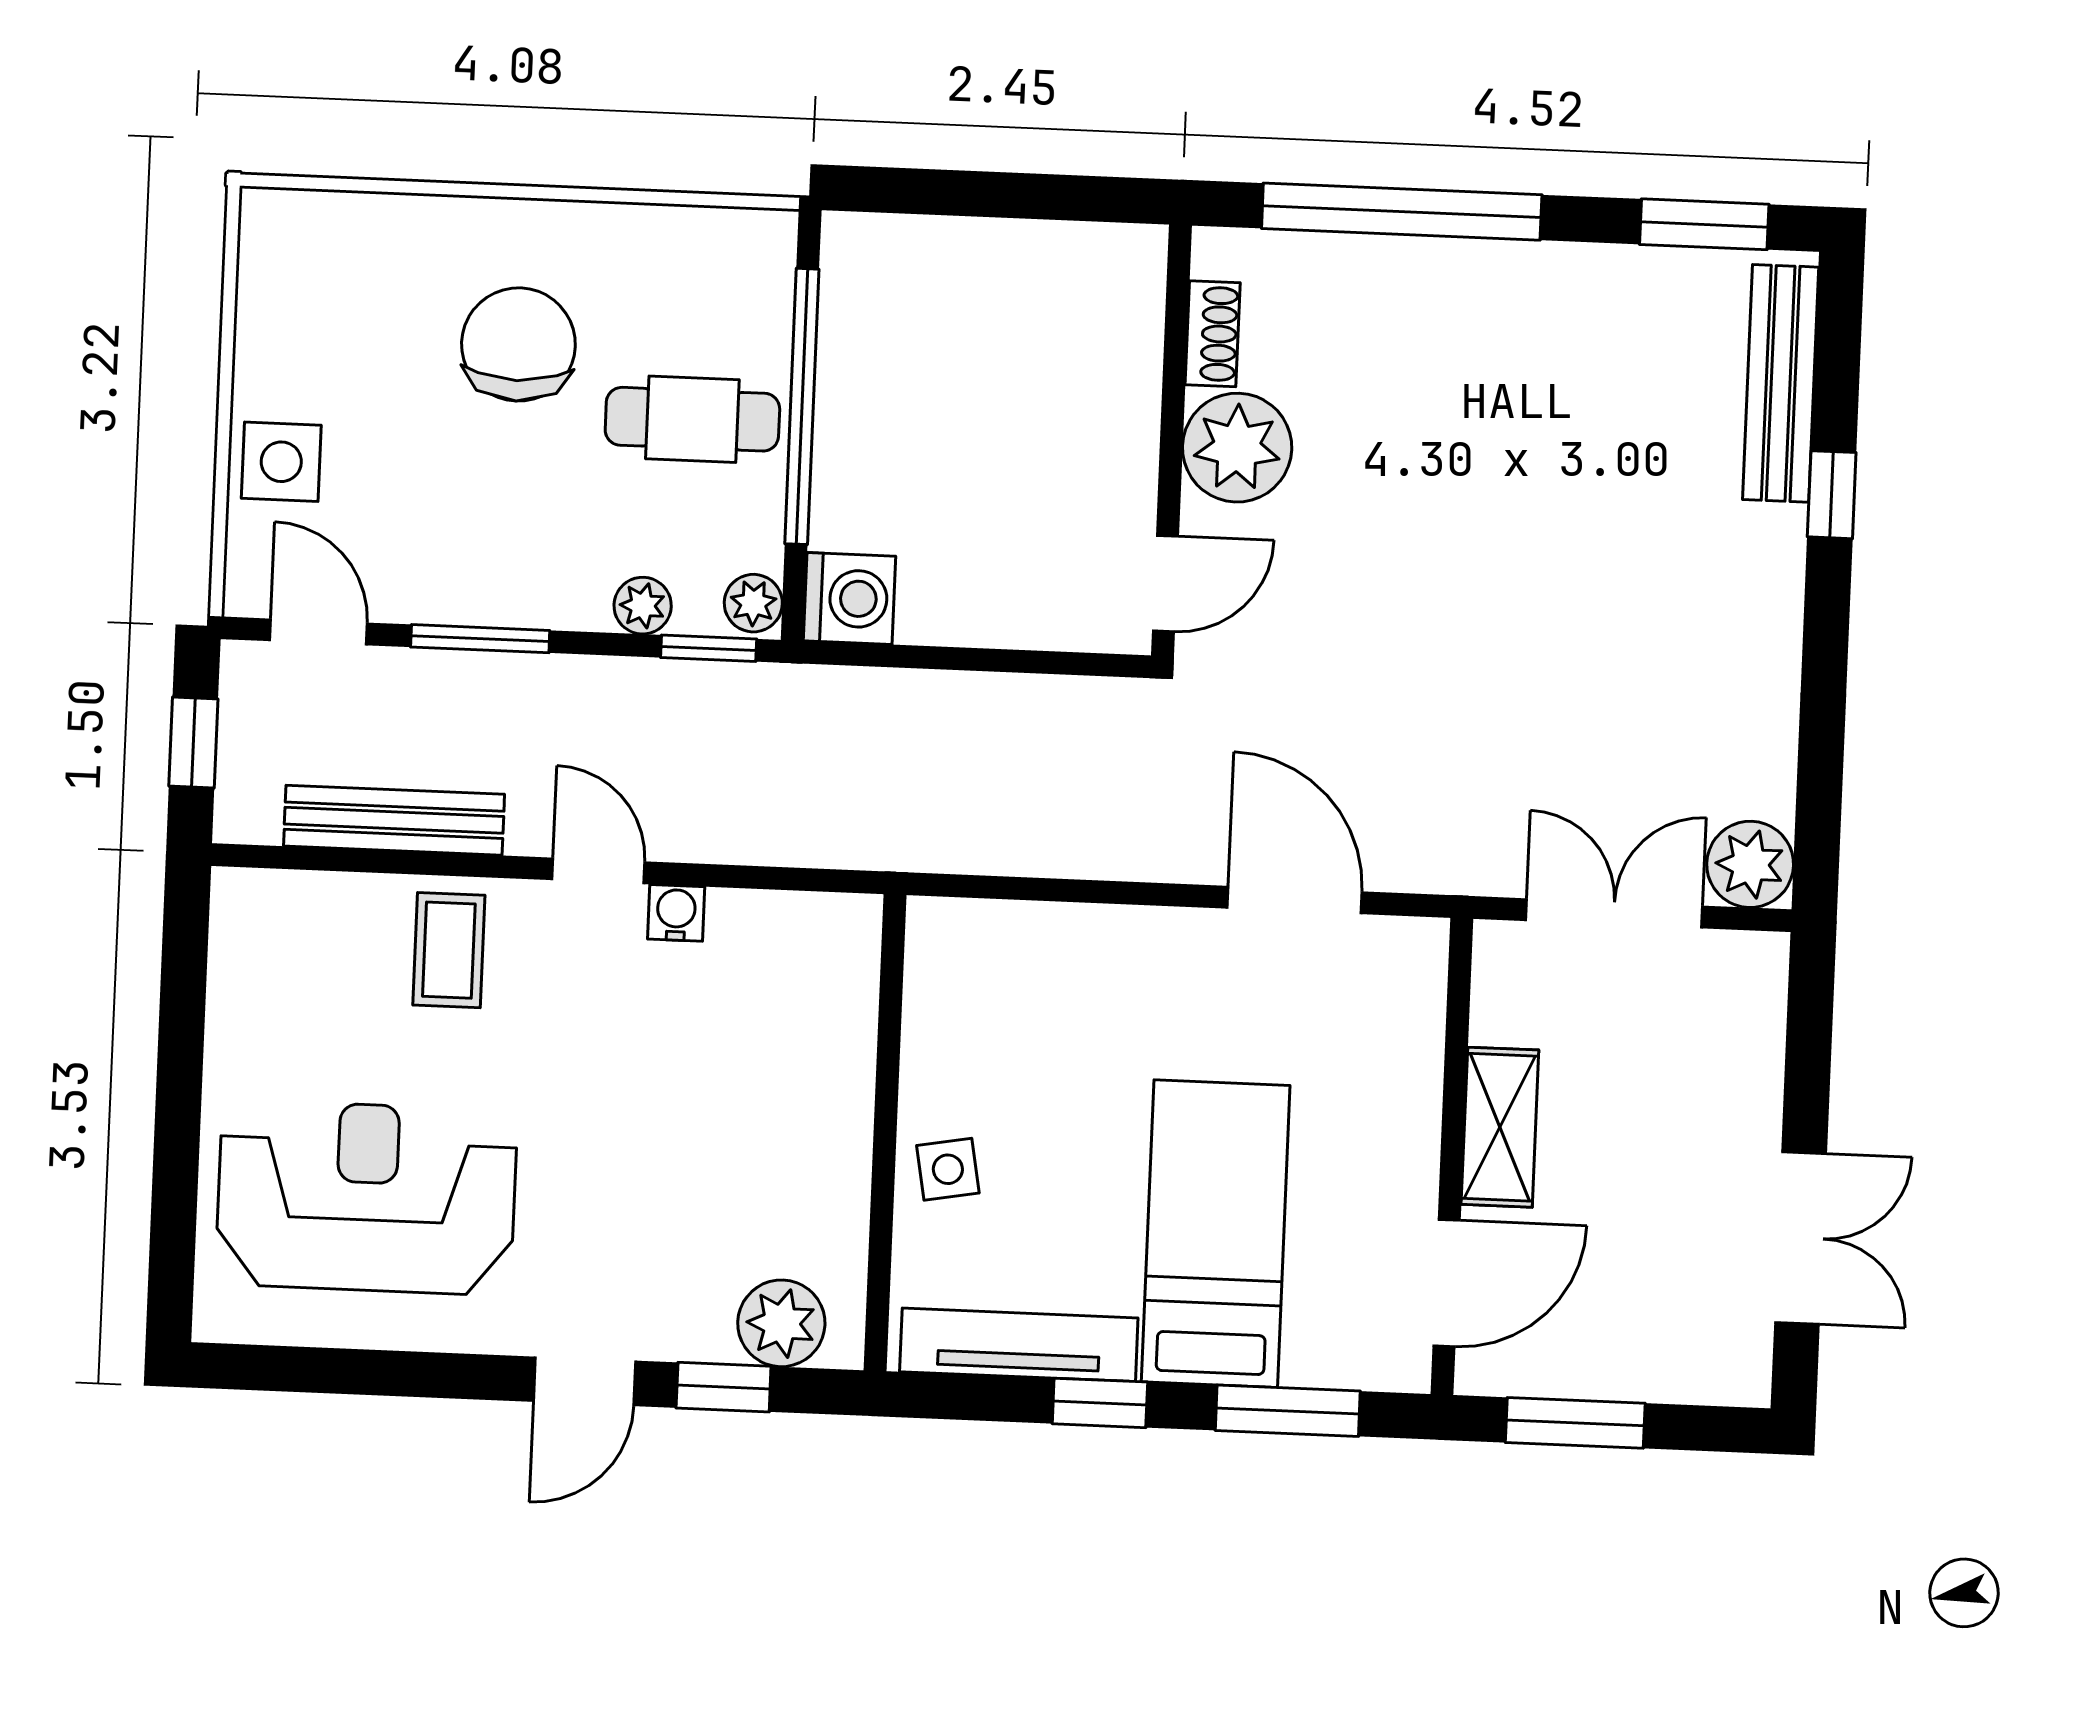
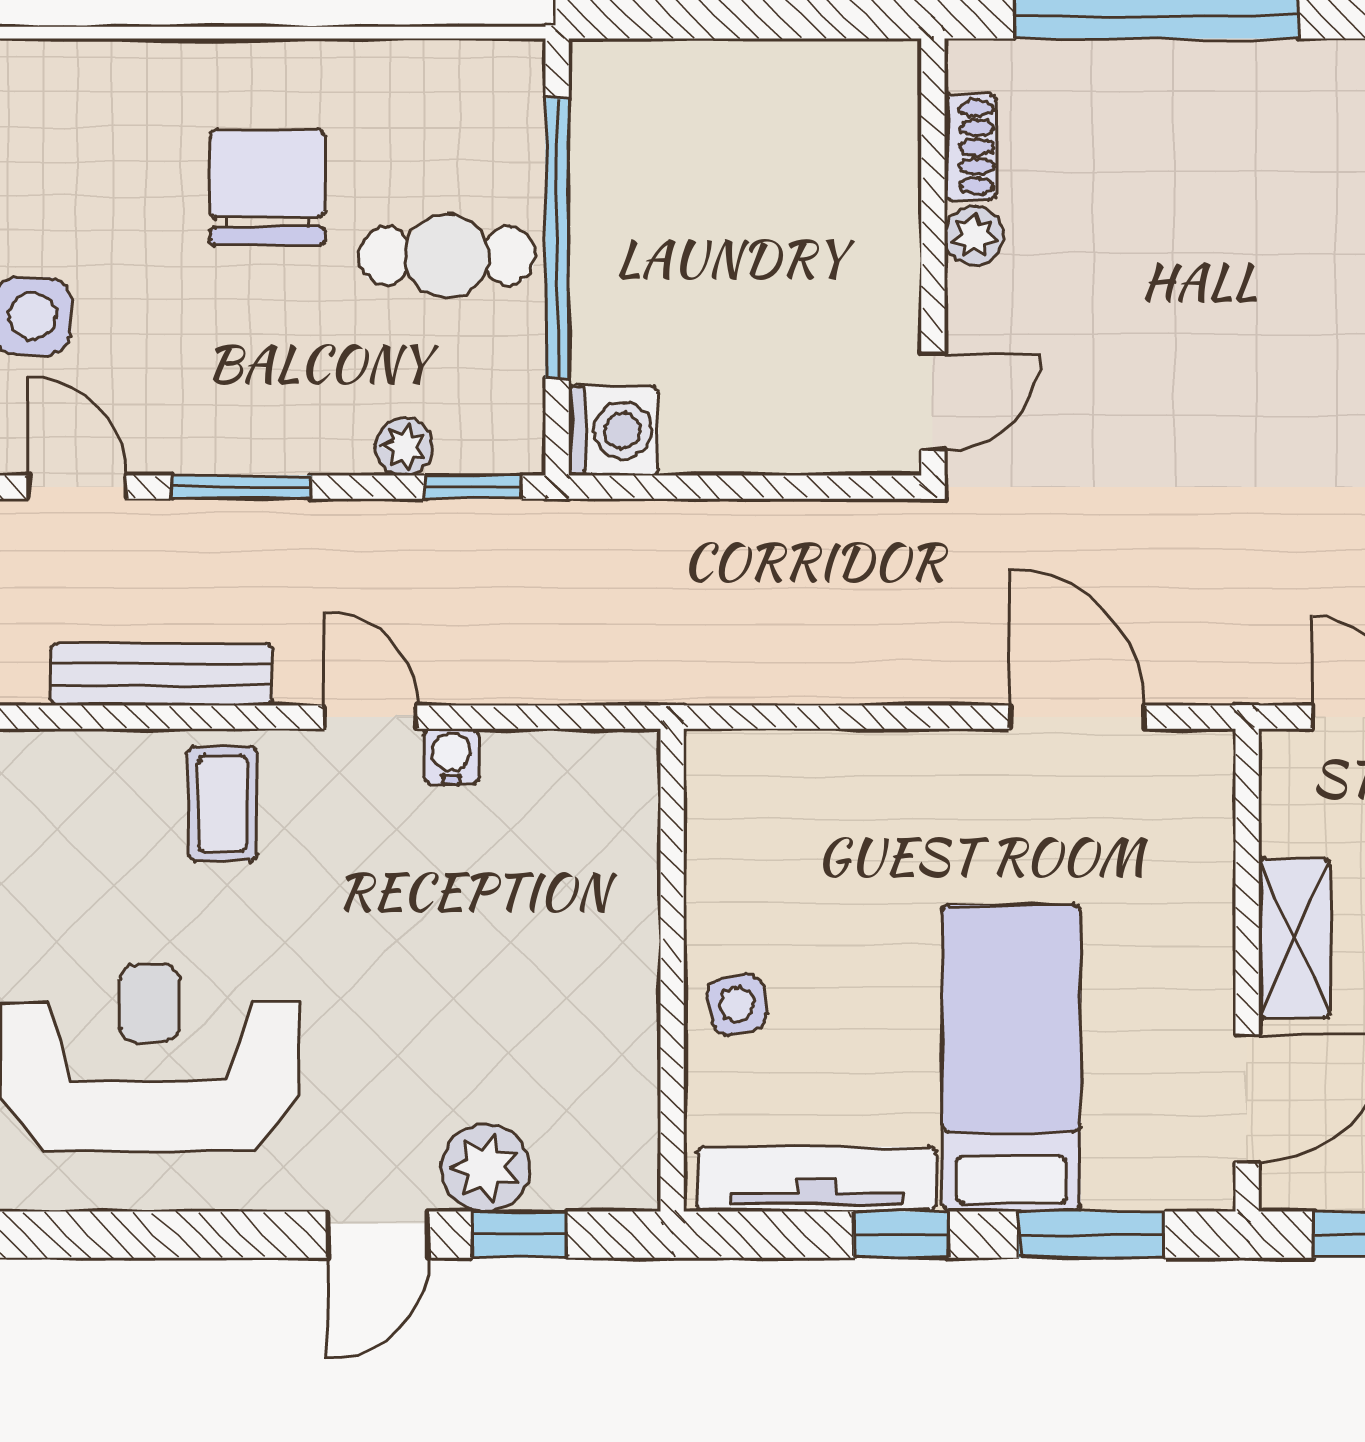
plant: (1237, 448) -> (974, 236), width x0.53, depth x0.53
plant: (753, 603) -> (516, 439), removed
plant: (781, 1323) -> (486, 1168), moved

